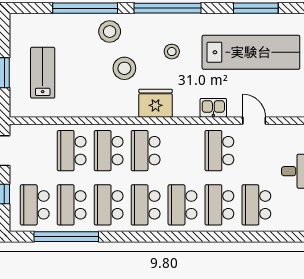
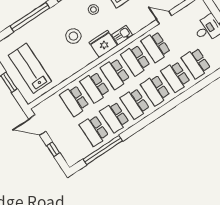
stool: (110, 32) -> (52, 21), removed
lab bench: (43, 73) -> (30, 68), width x1.36, depth x1.39
kitchen sink: (213, 108) -> (122, 35), moved
school desk: (35, 205) -> (135, 60), moved

